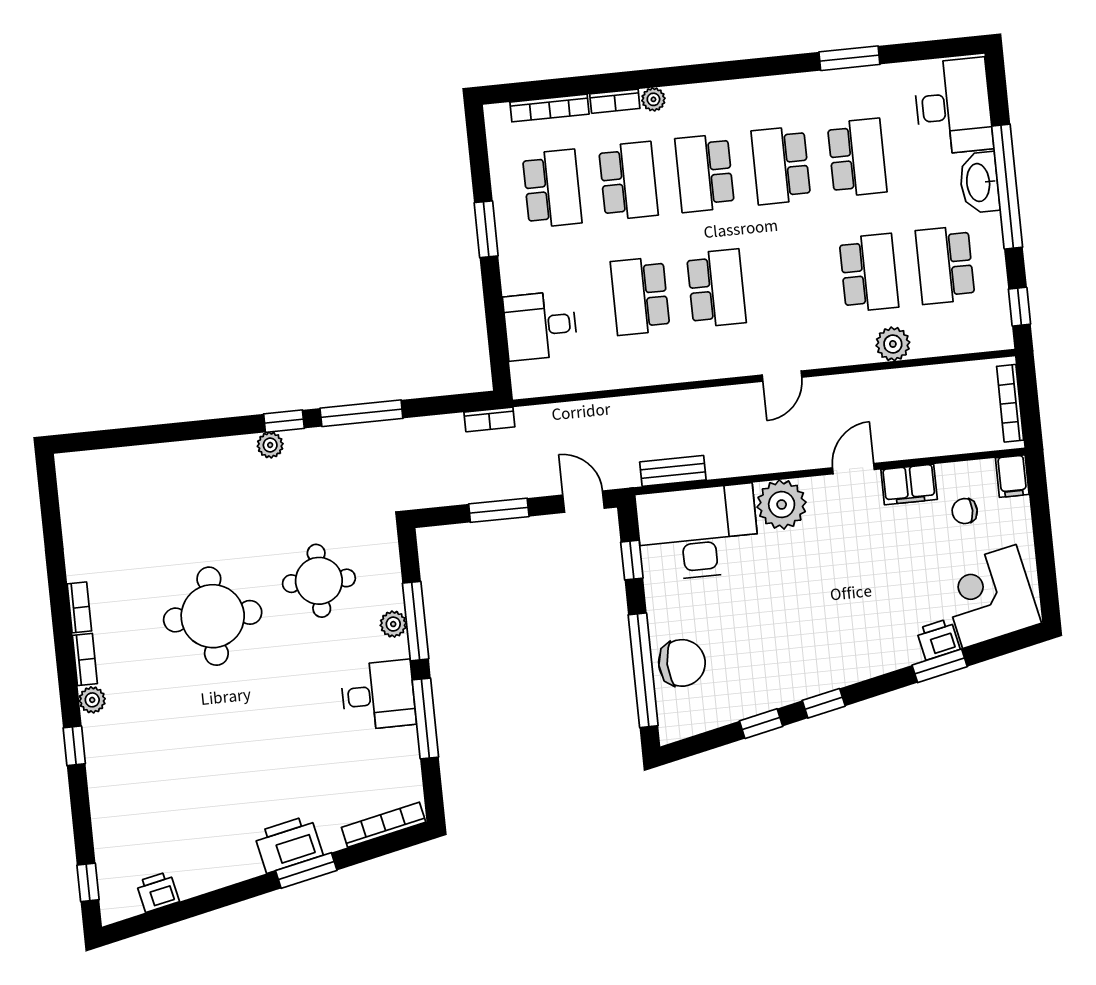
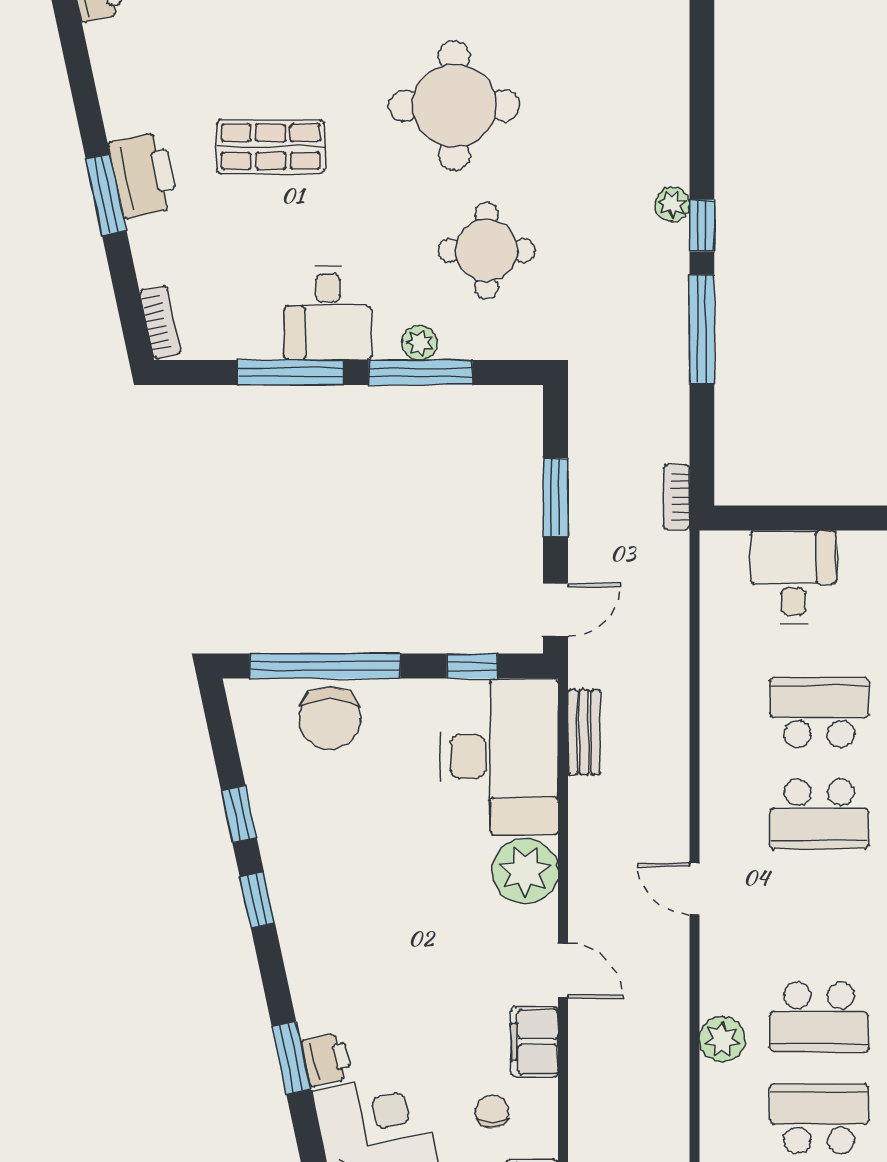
shop shelf: (258, 751) -> (271, 147), added
bookcase: (384, 825) -> (160, 322), width x0.64

